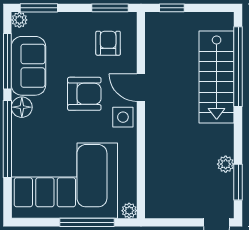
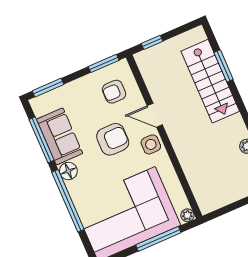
plant: (19, 20) -> (37, 104), removed
armchair: (108, 43) -> (114, 92), turned -90
window: (238, 67) -> (224, 66), width x0.47

